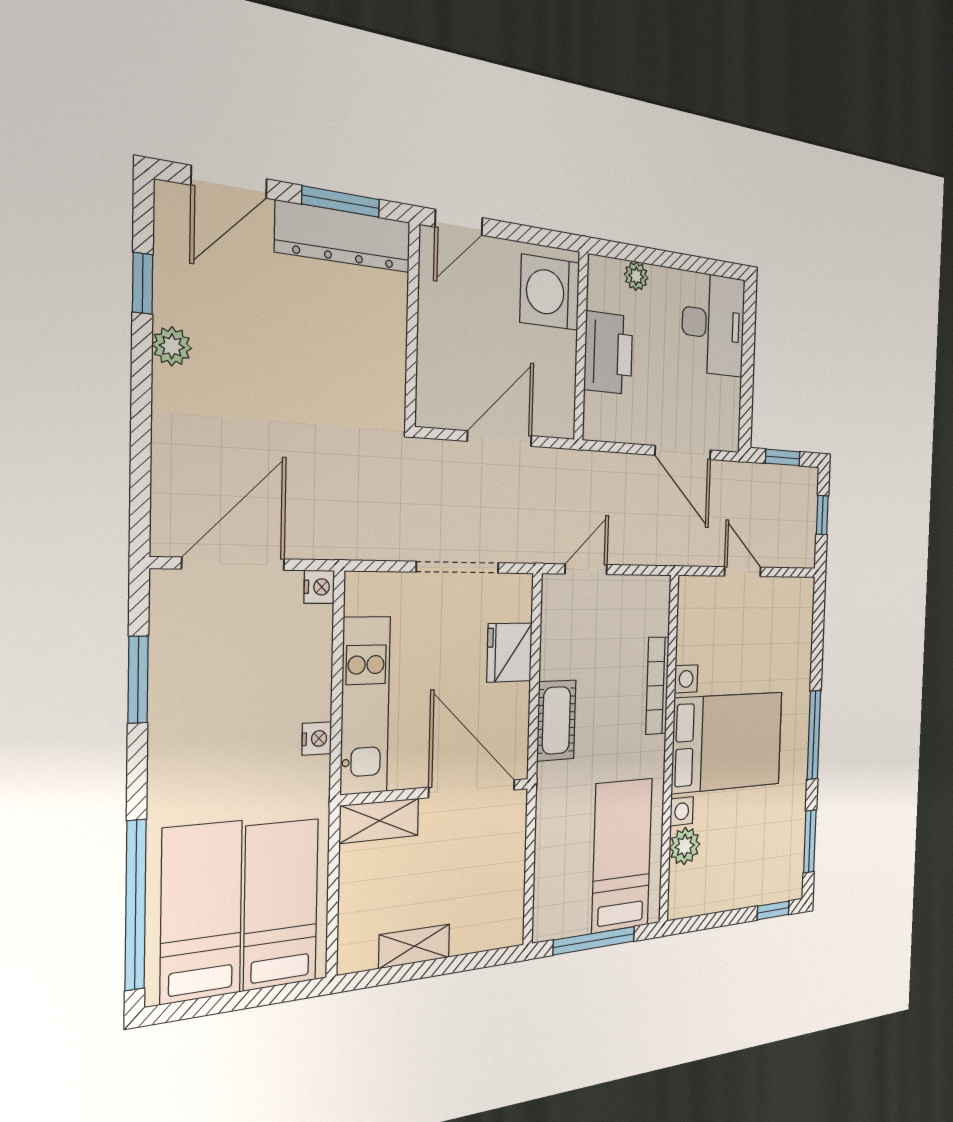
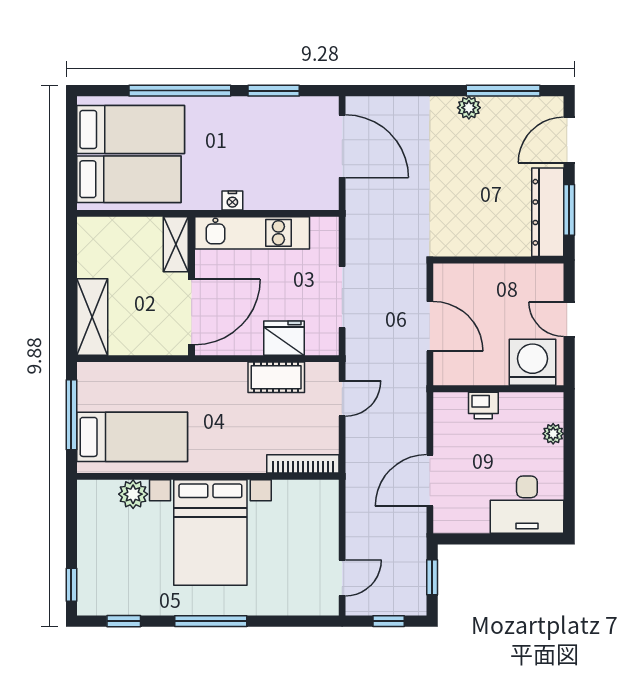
door: (229, 182) -> (569, 140), hinge flipped
door: (459, 222) -> (569, 319), moved
window: (143, 283) -> (503, 91), width x2.17
printer: (608, 353) -> (483, 406), width x0.53, depth x0.68
door: (586, 569) -> (342, 398), hinge flipped
door: (743, 572) -> (342, 578), moved
nightstand: (319, 587) -> (329, 200), removed
bookcase: (657, 686) -> (303, 464), moved
cot: (556, 720) -> (276, 377), moved
window: (810, 841) -> (124, 621), width x0.67
window: (136, 905) -> (180, 91), moved
shelving: (414, 946) -> (92, 317), moved, width x1.50, depth x1.33

